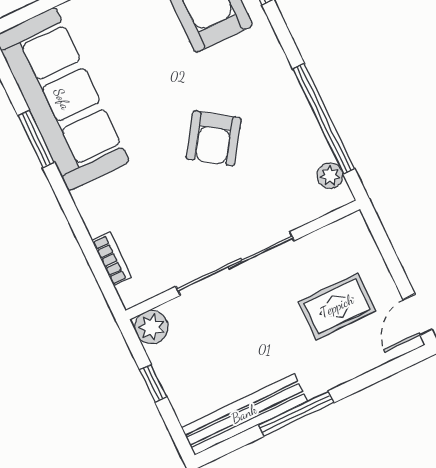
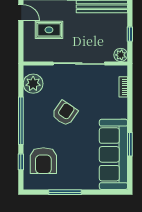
window: (324, 119) -> (21, 121), moved
plant: (330, 176) -> (33, 84), width x1.88, depth x1.88
door: (418, 315) -> (21, 13), hinge flipped

